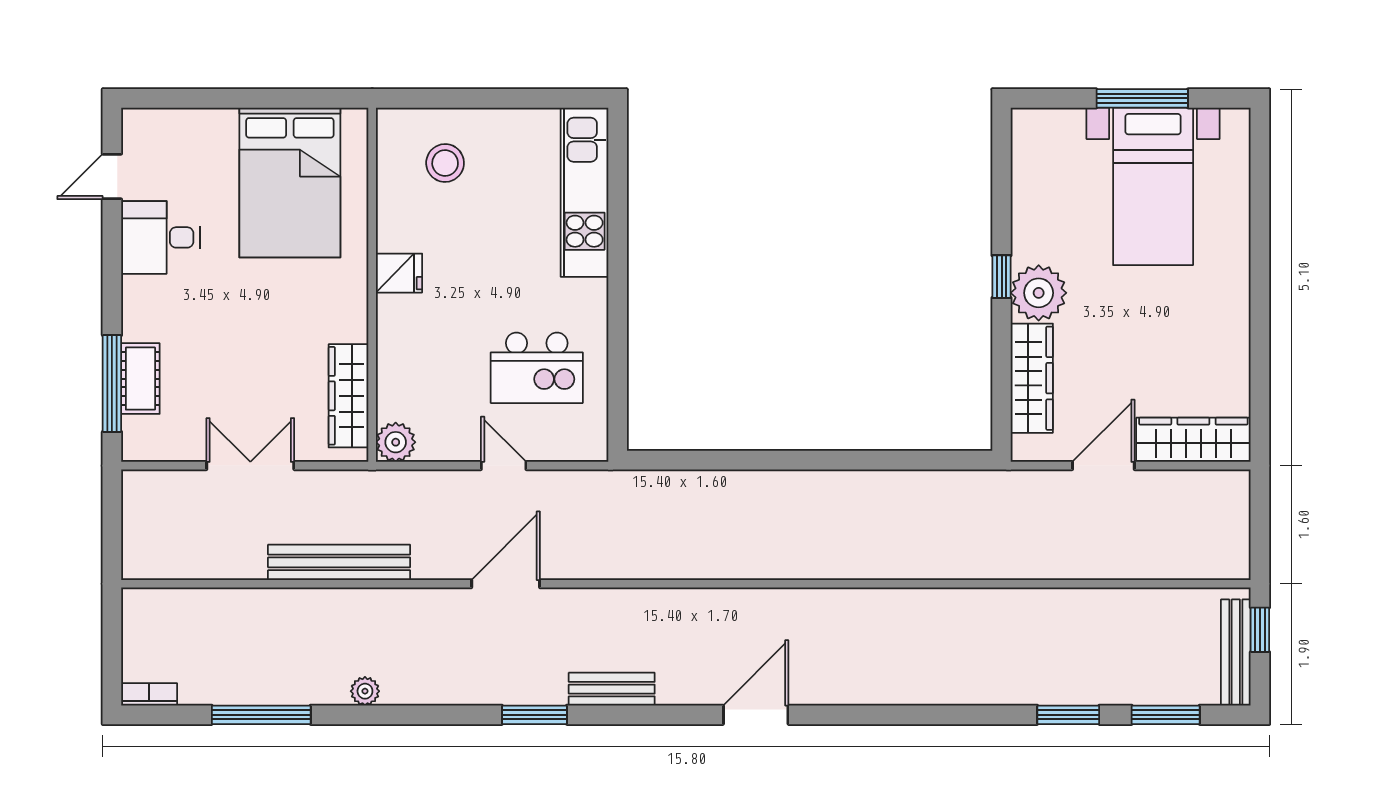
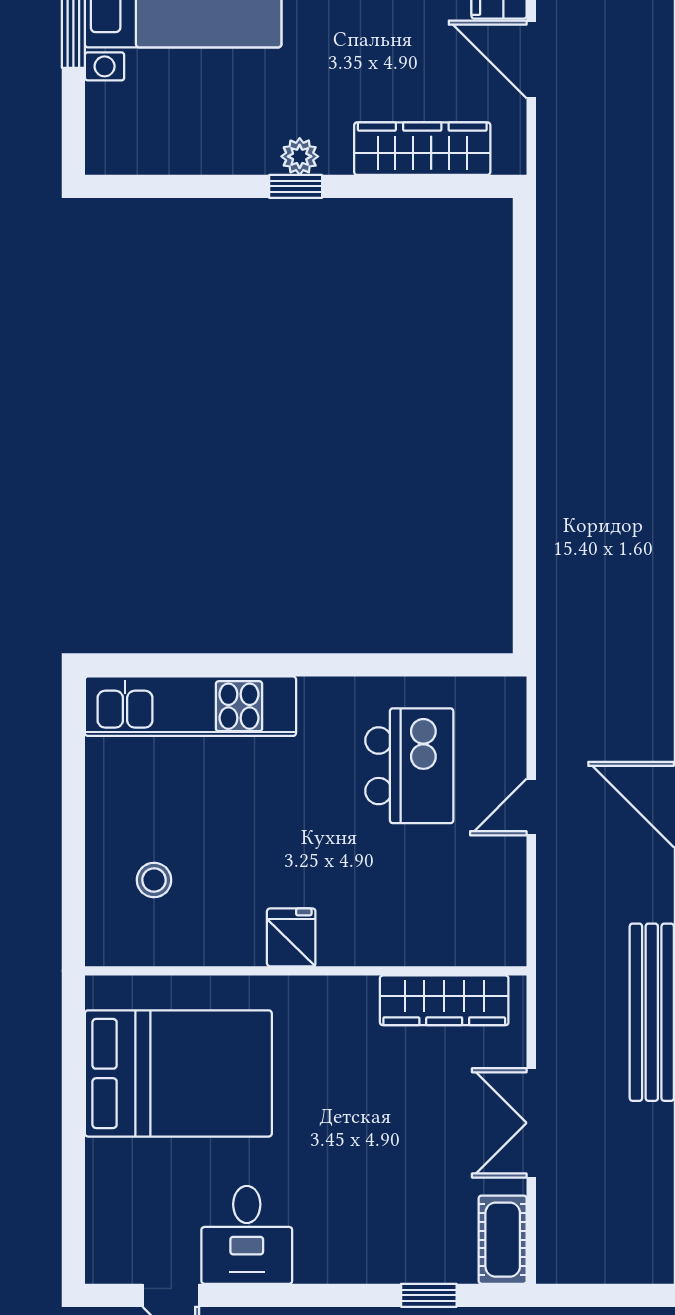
stool: (445, 163) -> (154, 880), width x0.73, depth x0.73
plant: (1039, 293) -> (300, 156), width x0.53, depth x0.53
cot: (140, 379) -> (503, 1240), moved, turned 90
window: (112, 383) -> (429, 1295), width x0.46
plant: (396, 442) -> (502, 942), removed

